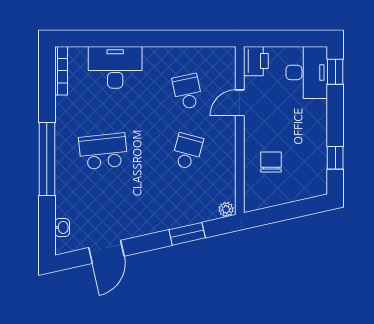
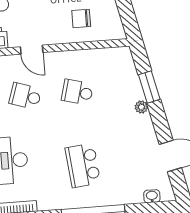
school desk: (187, 92) -> (25, 96), turned 30
plant: (226, 209) -> (141, 107), moved

